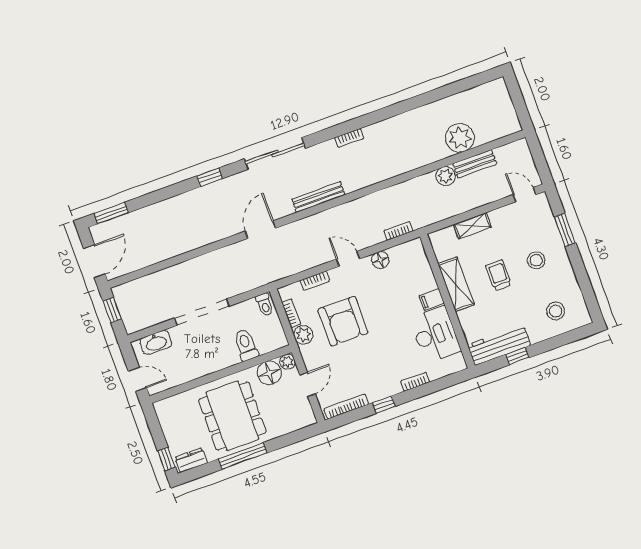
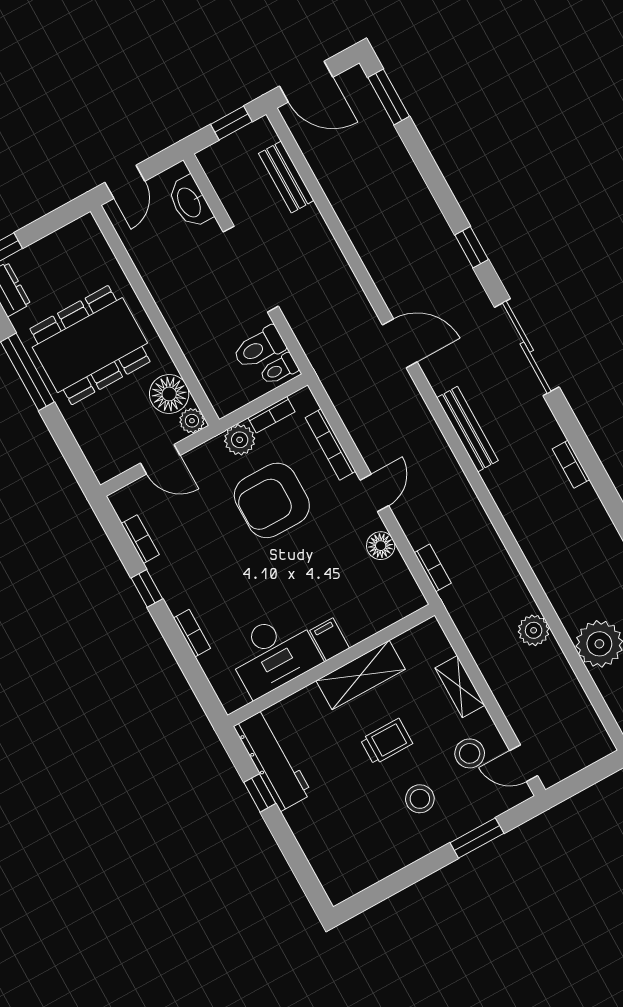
bench: (475, 164) -> (286, 177), moved
door: (524, 195) -> (524, 763), swing flipped
bookcase: (315, 281) -> (330, 444), width x1.56
stool: (556, 311) -> (470, 753), moved
toilet: (246, 345) -> (259, 348), moved, turned 180
bookcase: (346, 407) -> (140, 539), width x0.64

